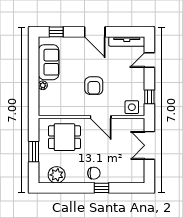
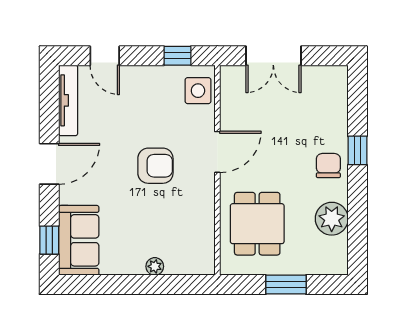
sofa: (49, 62) -> (79, 240), moved, turned 90
plant: (57, 175) -> (332, 219), moved

